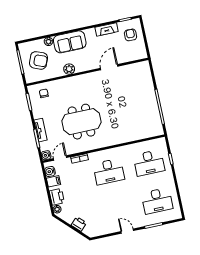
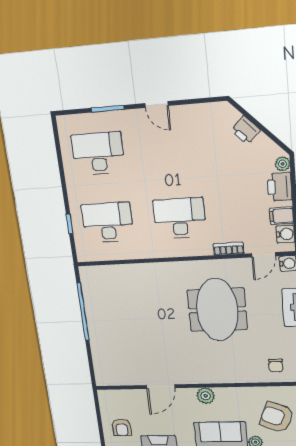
plant: (69, 69) -> (206, 396), moved
meeting table: (81, 122) -> (217, 310), turned 90

